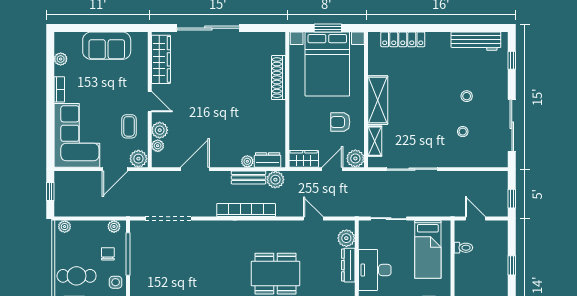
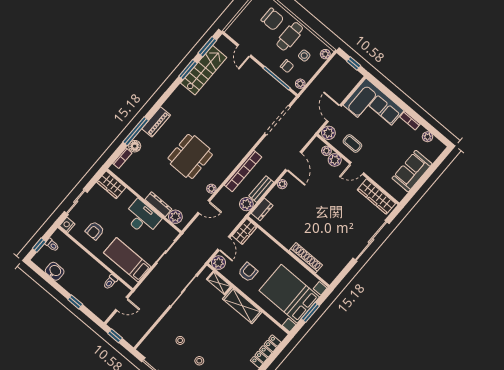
plant: (247, 161) -> (282, 184), moved
plant: (289, 226) -> (211, 189), added
side table: (116, 282) -> (304, 56), moved

